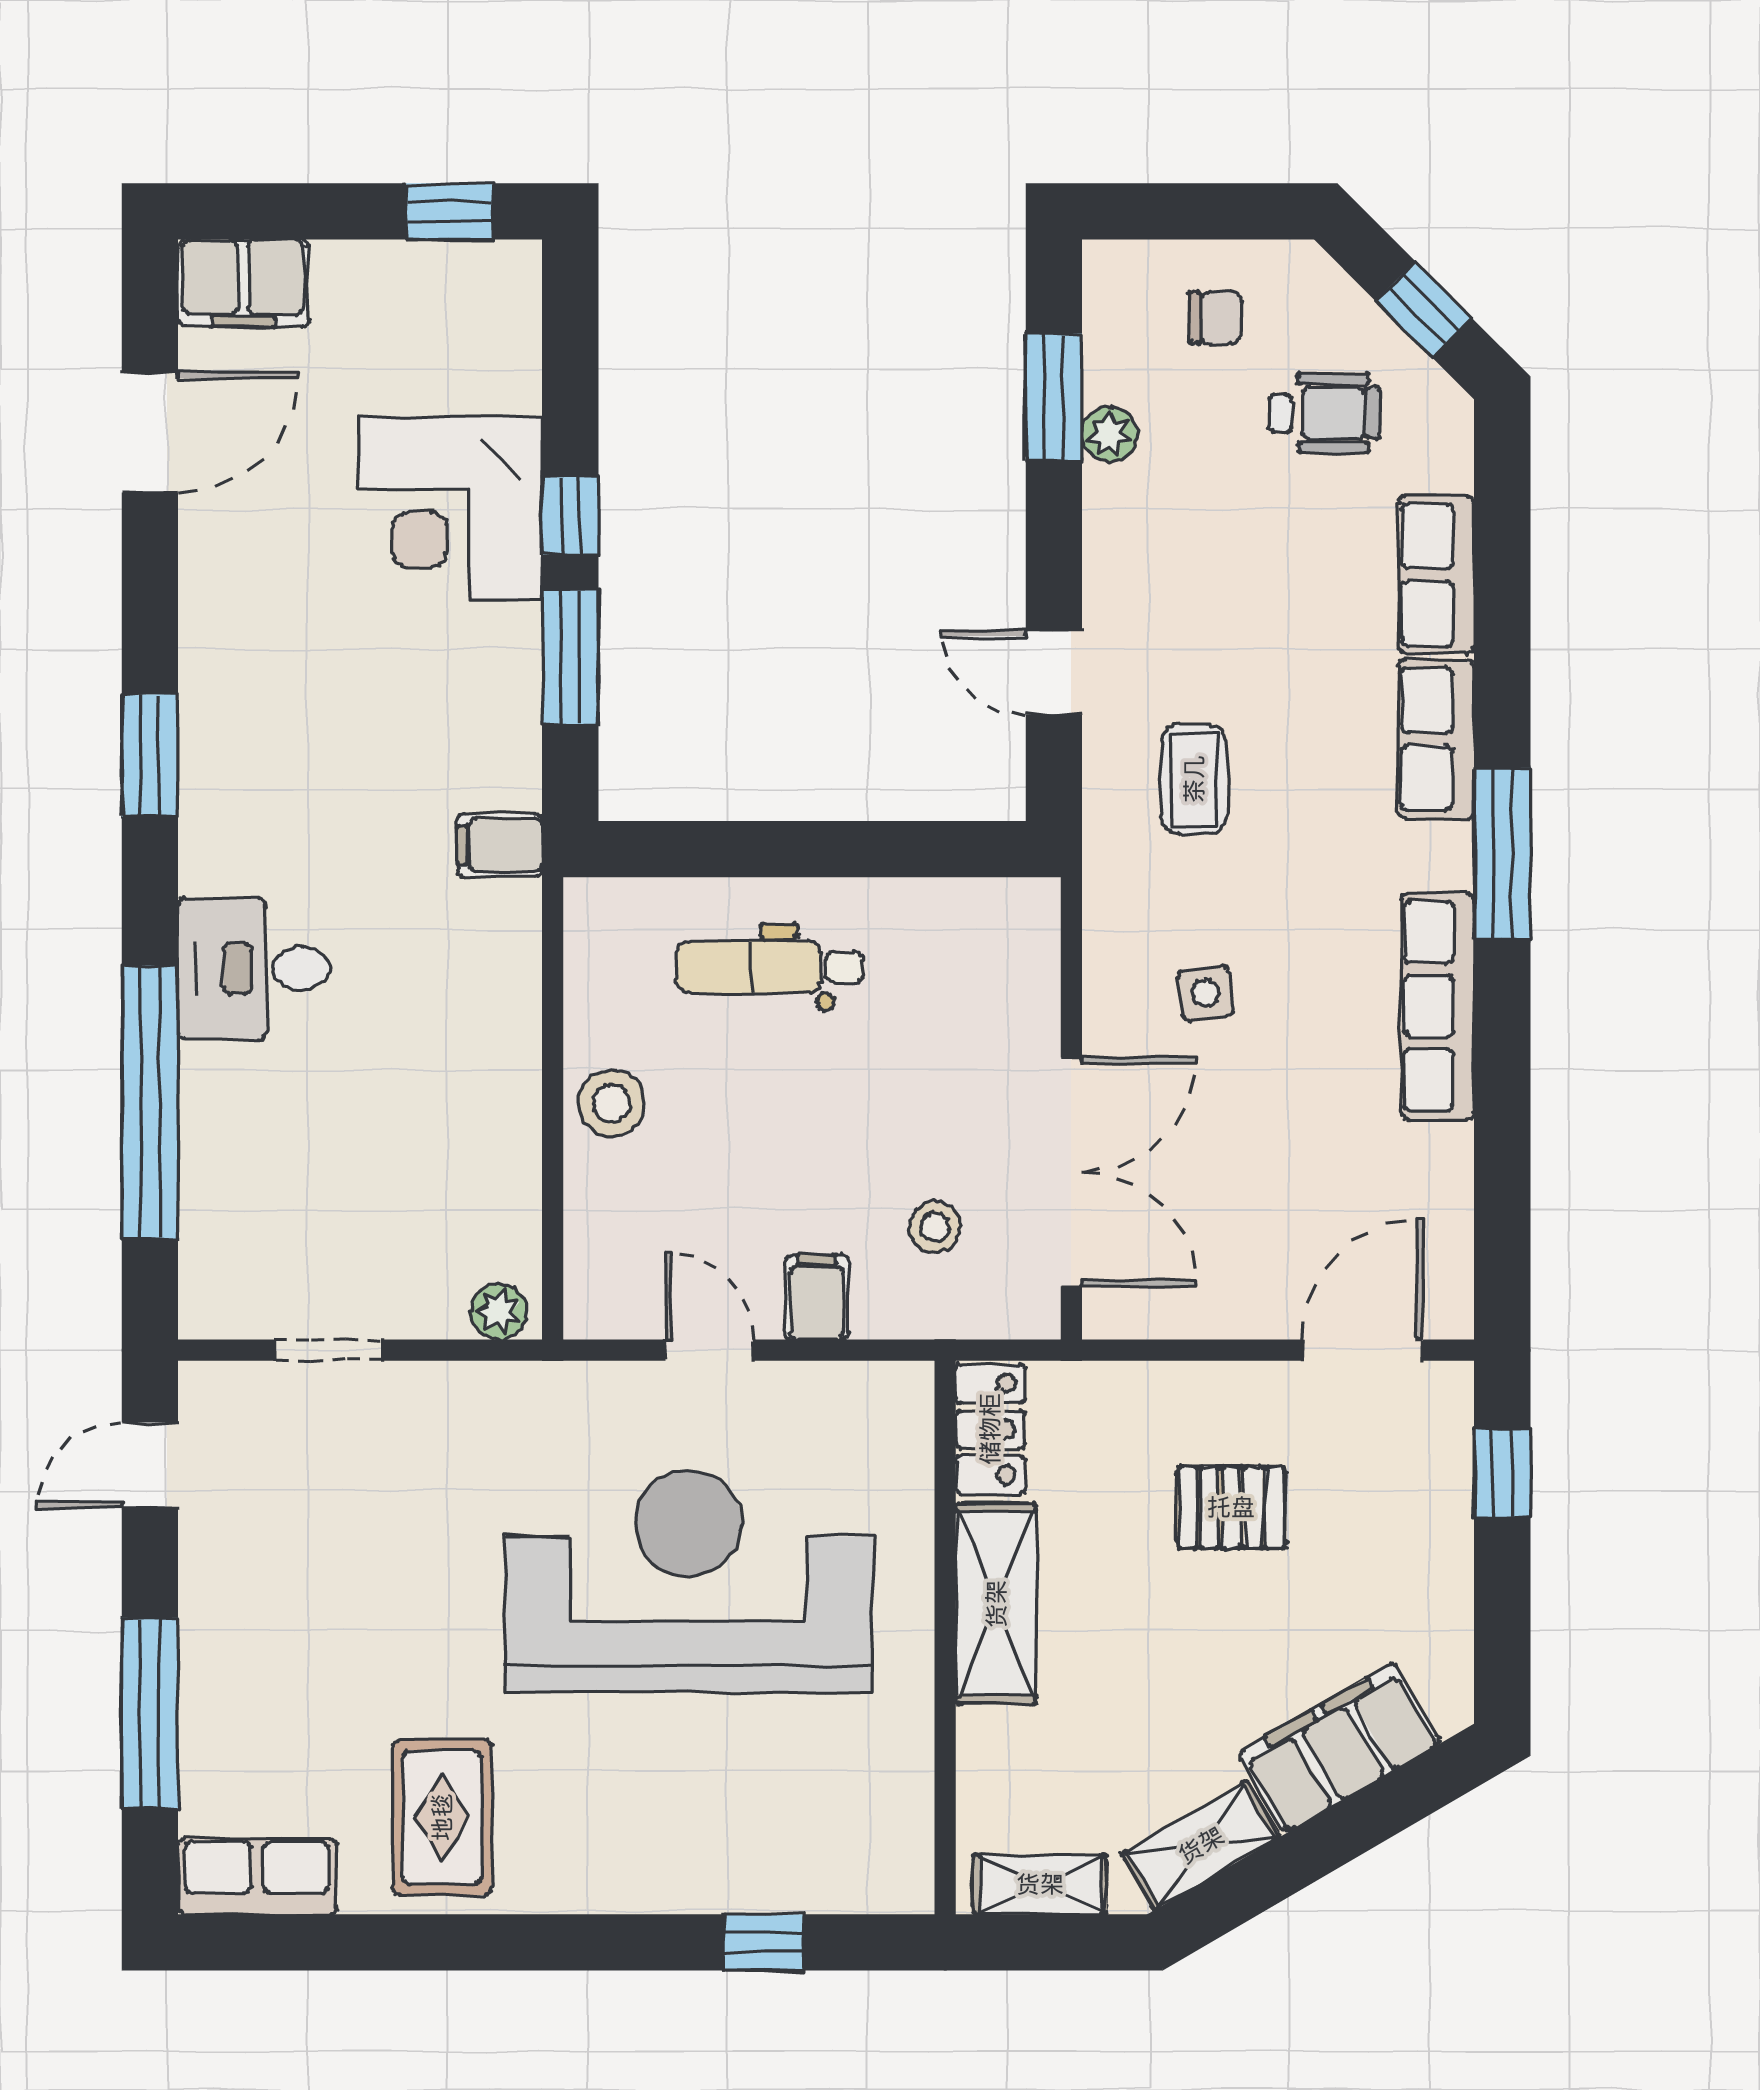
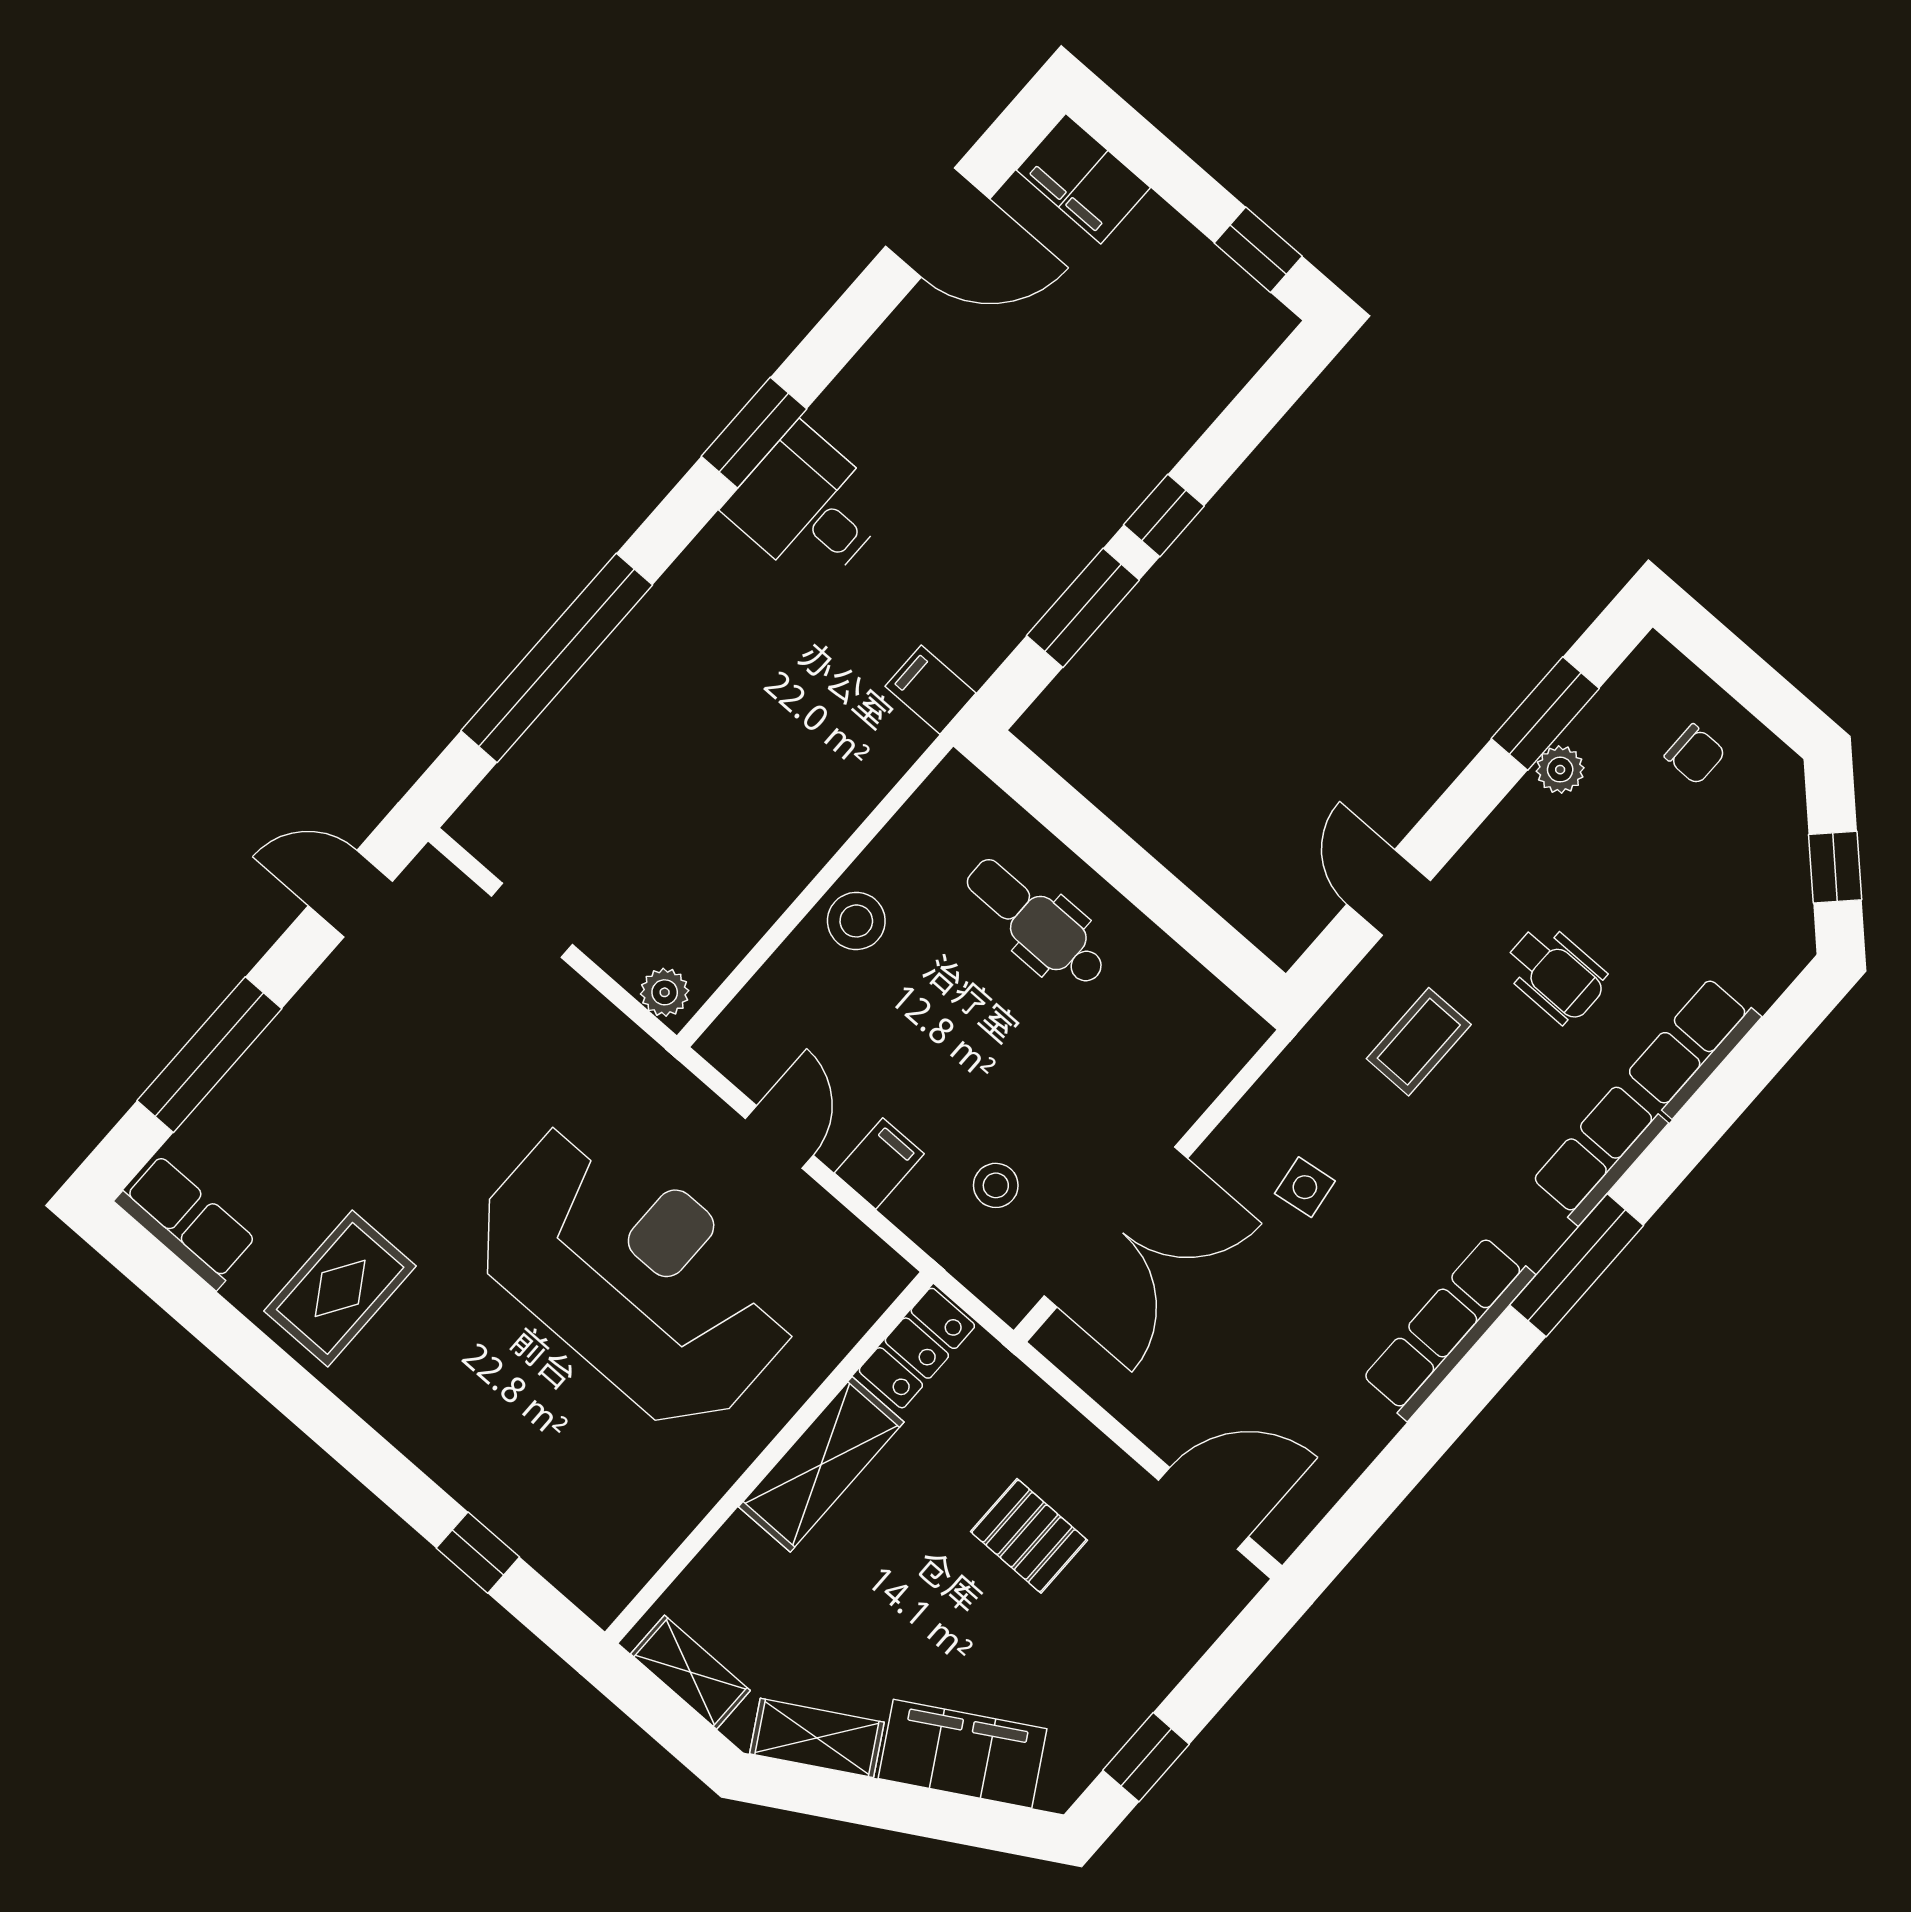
wheelchair: (1325, 413) -> (1555, 974), moved
corner desk: (451, 508) -> (1090, 443), removed
desk: (254, 969) -> (808, 507), moved
window: (1502, 1473) -> (1146, 1757), moved

